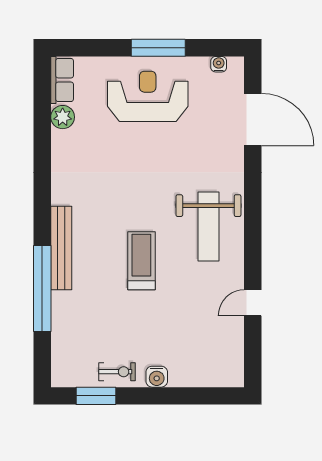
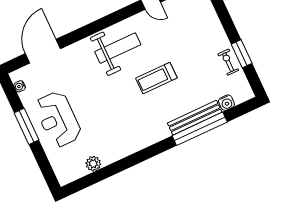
row of seats: (62, 80) -> (72, 174), removed
bench: (61, 248) -> (195, 118), moved
water cooler: (157, 377) -> (226, 103), moved, turned 90
window: (96, 396) -> (242, 54), moved

